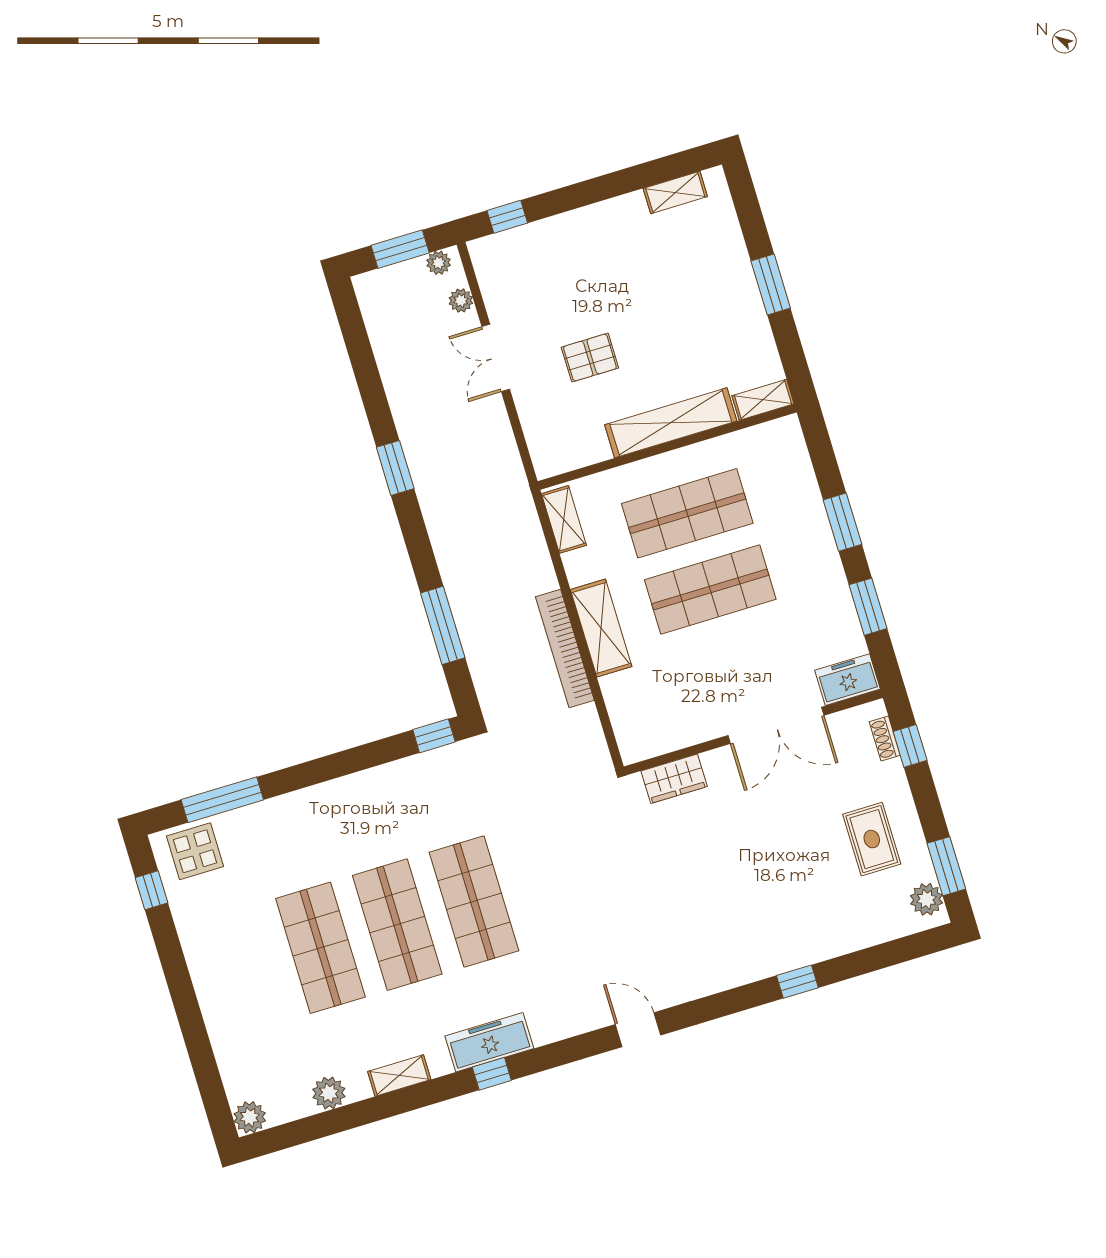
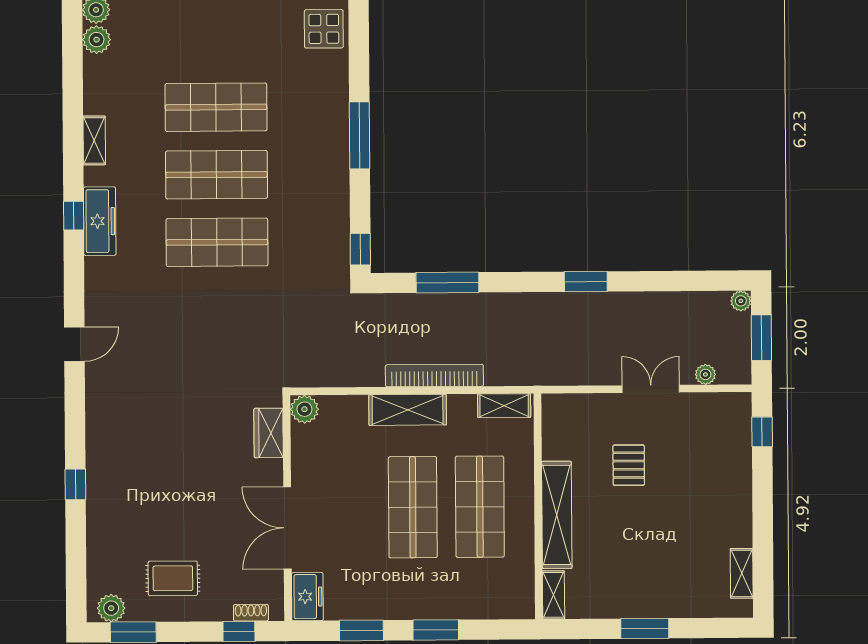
plant: (439, 263) -> (741, 301), moved
bookcase: (565, 649) -> (434, 376), moved
plant: (635, 746) -> (304, 409), added
window: (222, 800) -> (359, 135), moved
plant: (329, 1093) -> (97, 40), moved

